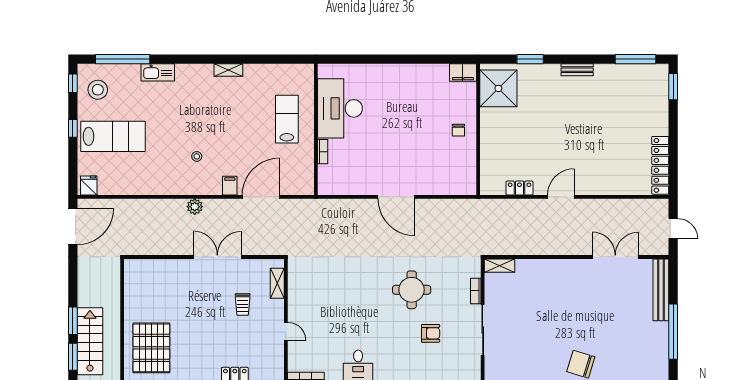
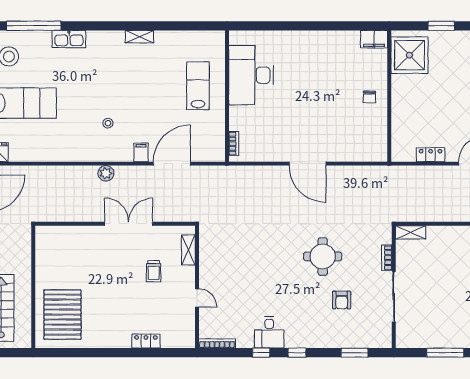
bookcase: (323, 152) -> (234, 144), moved
armchair: (431, 333) -> (342, 300), turned 90

